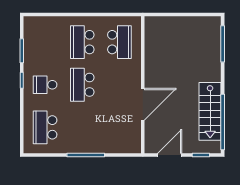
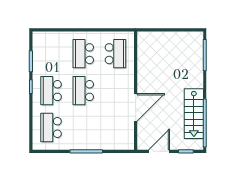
school desk: (45, 85) -> (51, 91), width x1.85

